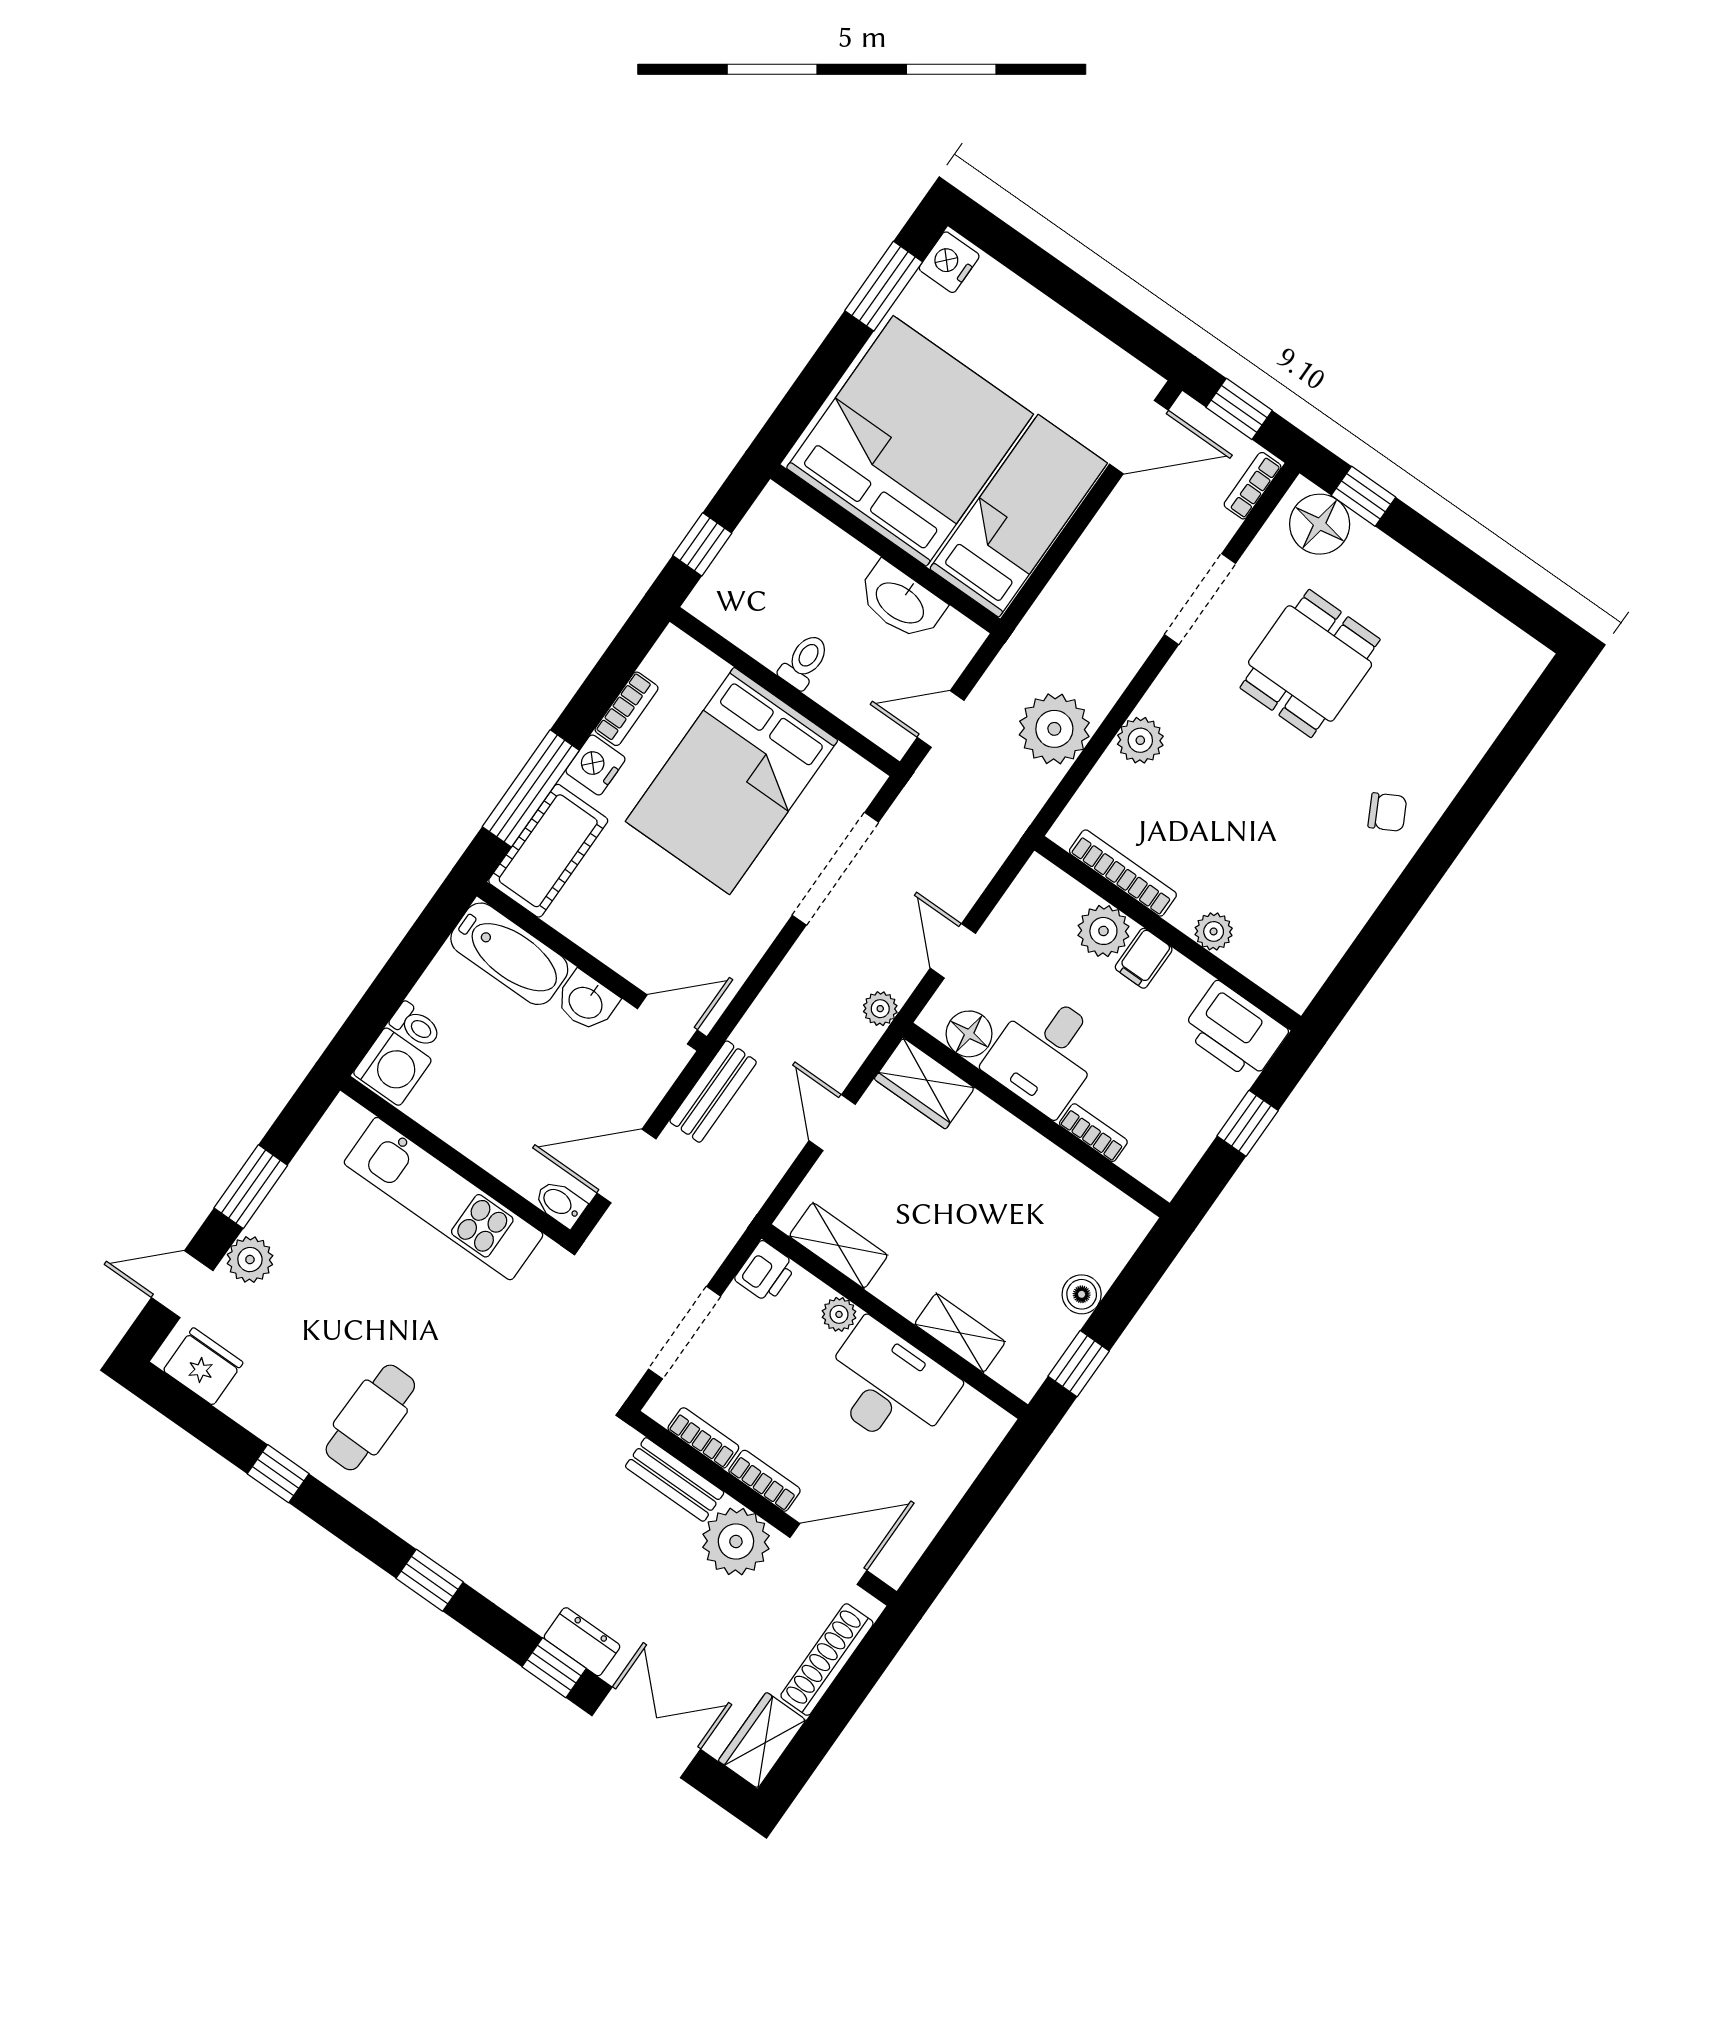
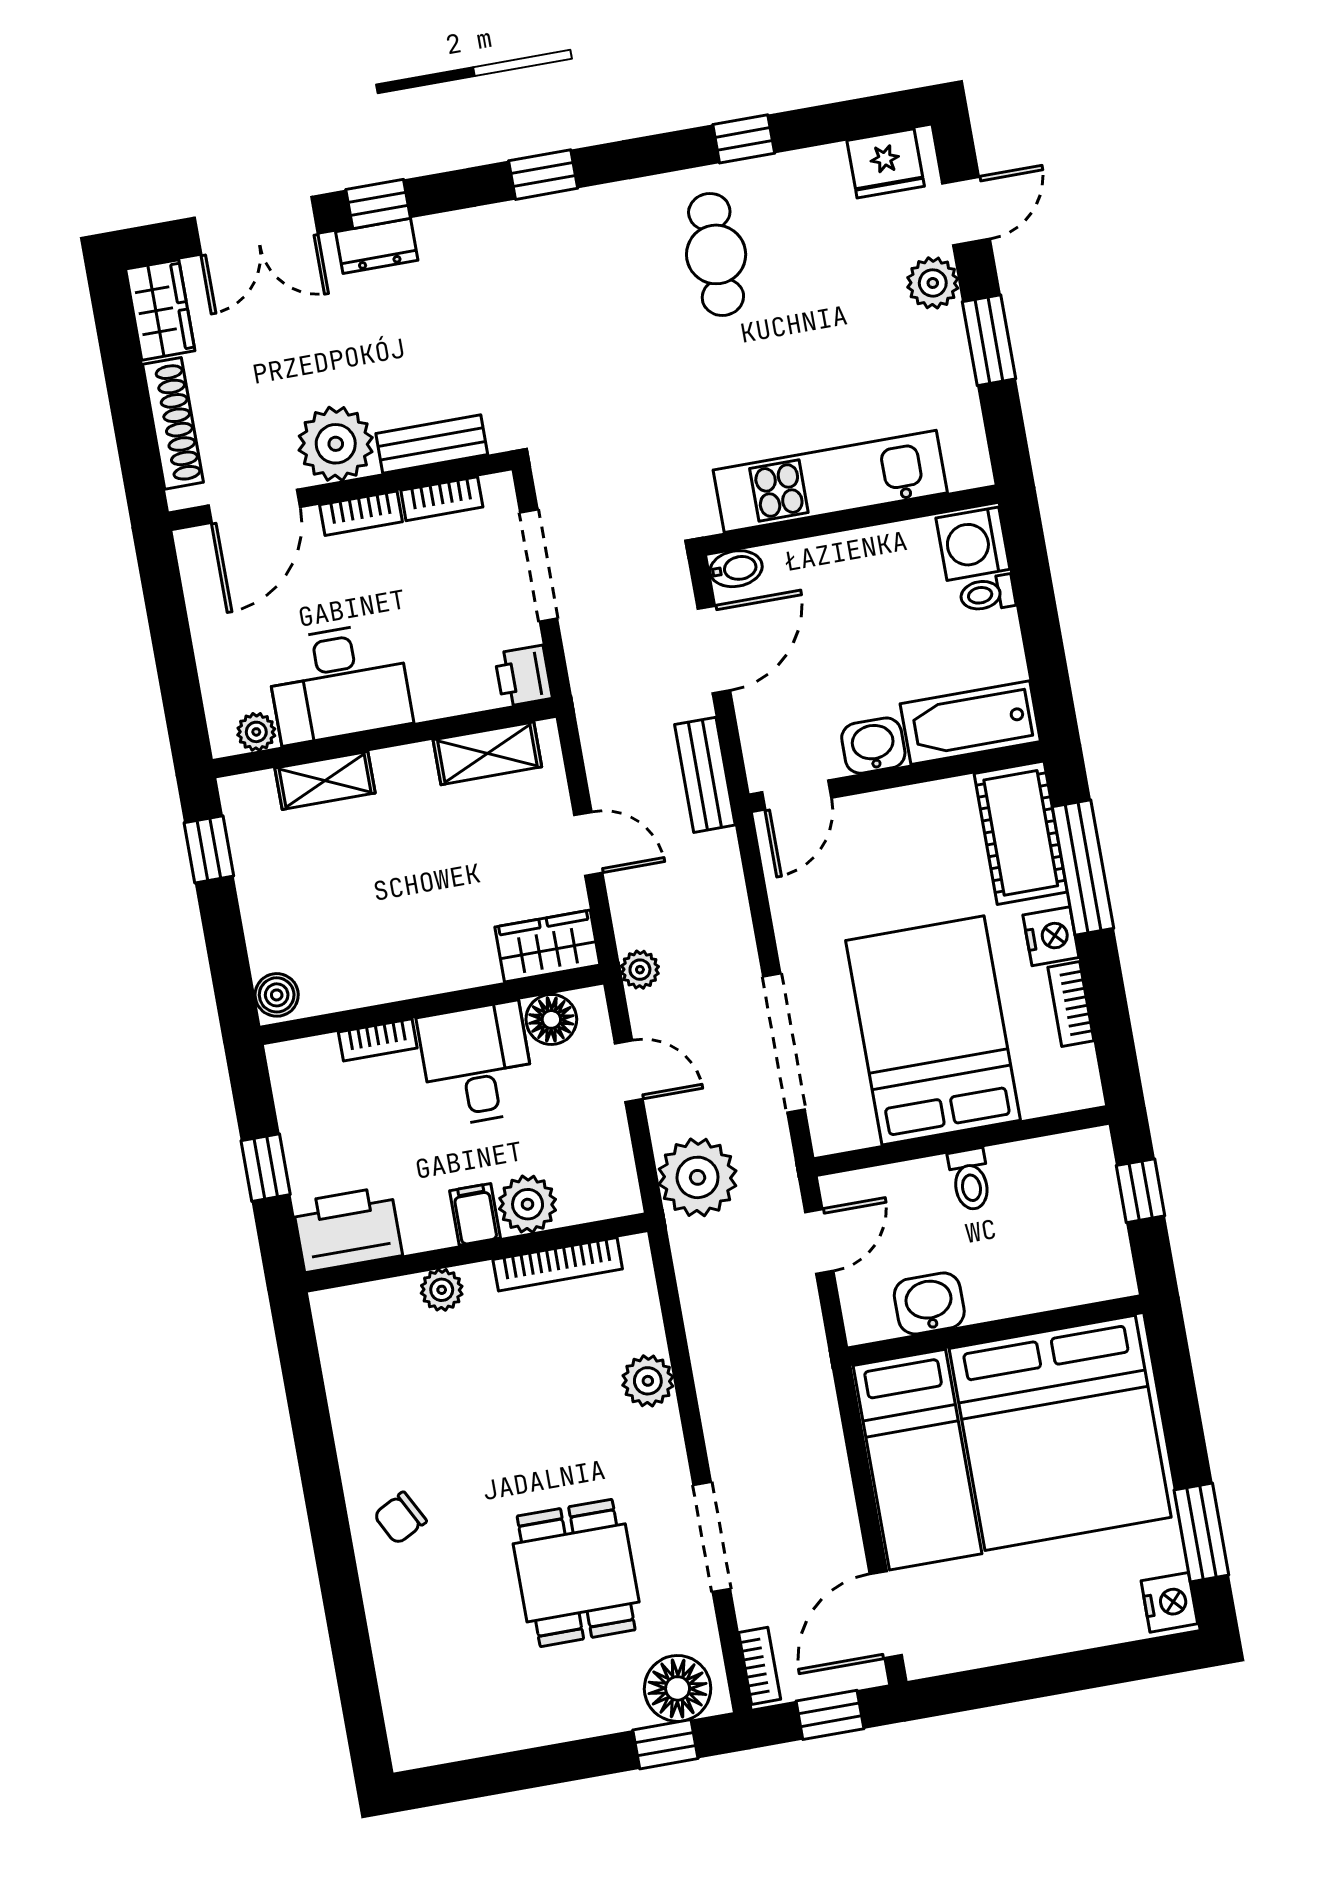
washbasin: (901, 602) -> (929, 1303), width x0.72
plant: (1054, 729) -> (698, 1177), moved
boiler: (1082, 1294) -> (277, 995), moved
plant: (839, 1314) -> (256, 732), moved

